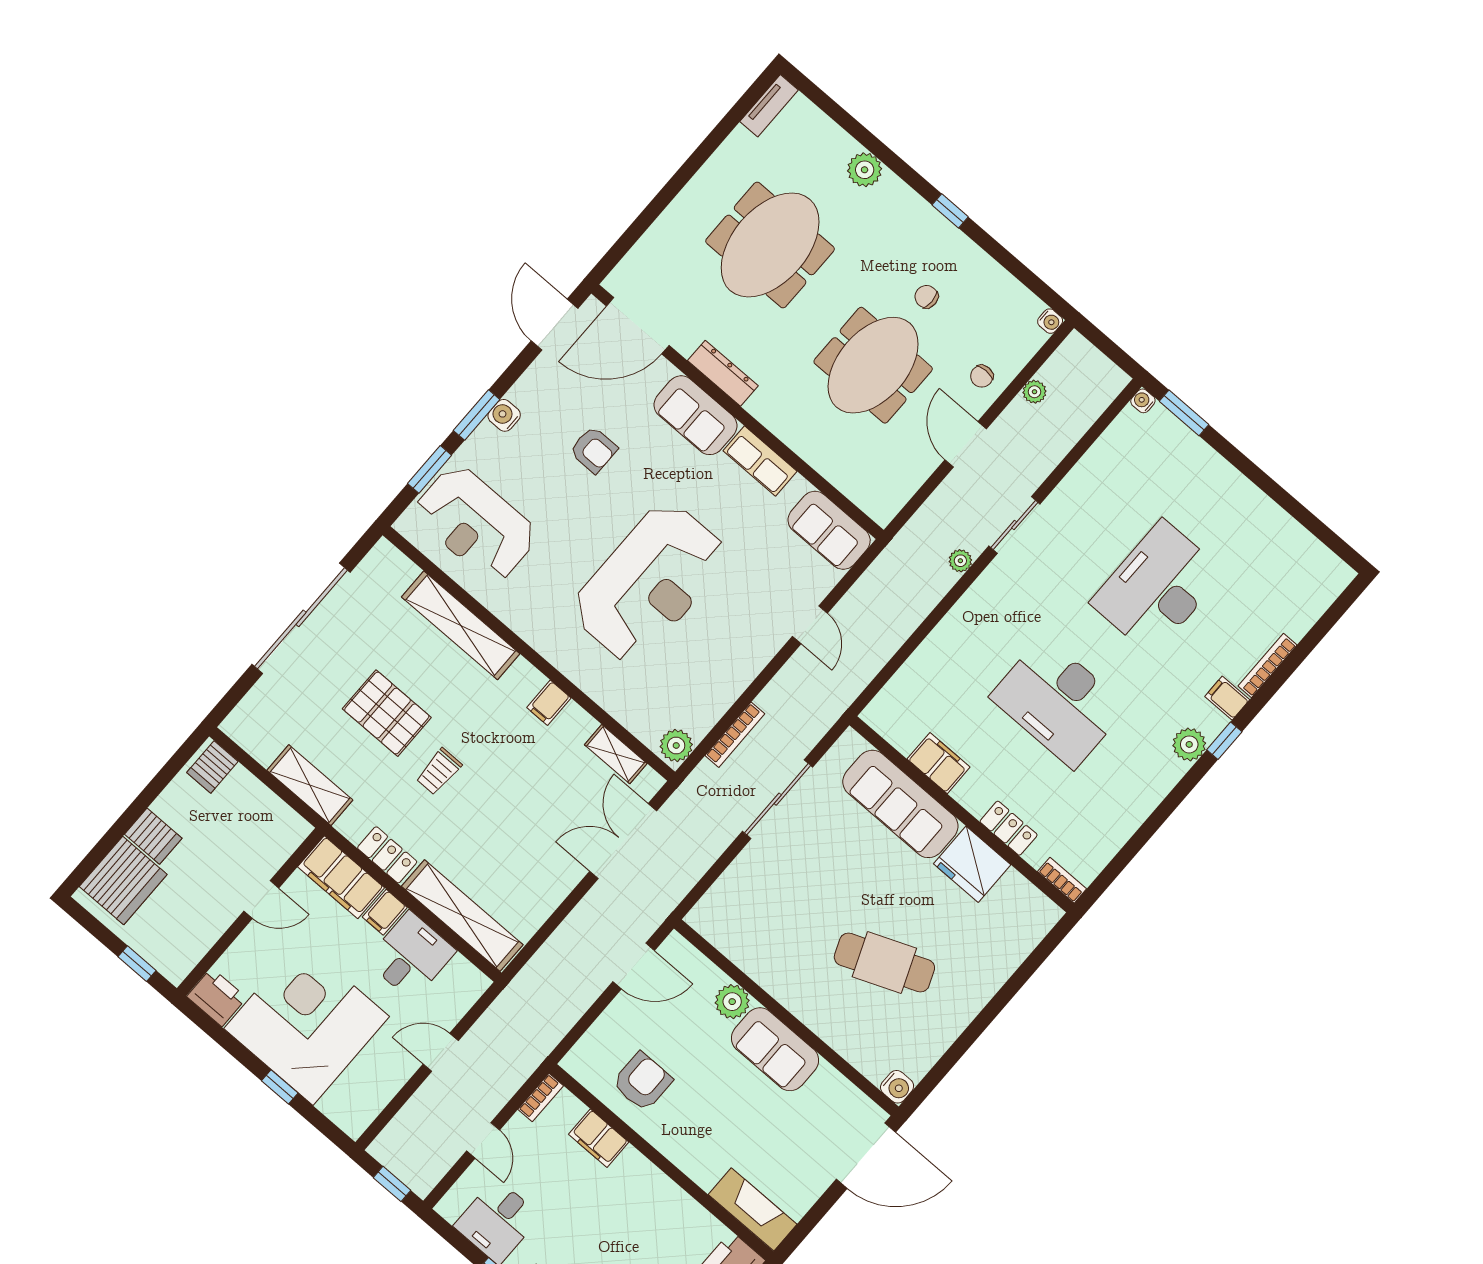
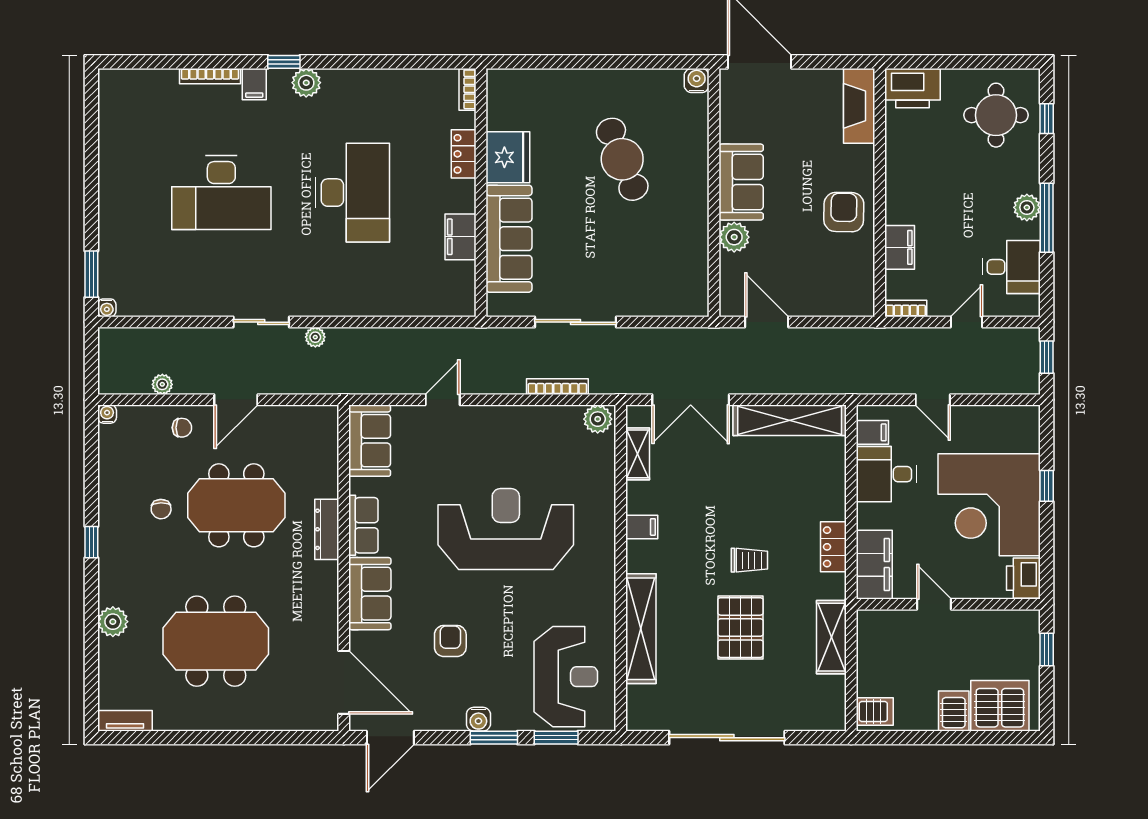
dresser: (723, 373) -> (327, 529), moved
filing cabinet: (385, 912) -> (872, 432), moved
shelving: (462, 915) -> (790, 420), moved, turned 90
armchair: (642, 1082) -> (844, 212), moved, turned 91

